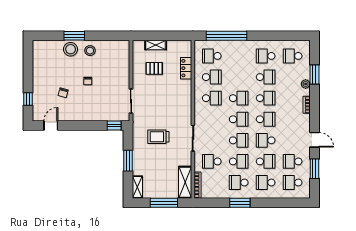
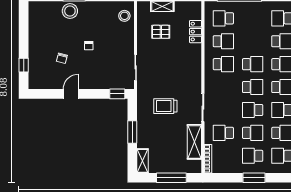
stool: (90, 51) -> (124, 16), moved
door: (51, 126) -> (71, 94), moved
school desk: (239, 140) -> (253, 110), turned 180
shelving: (185, 182) -> (194, 142), moved

